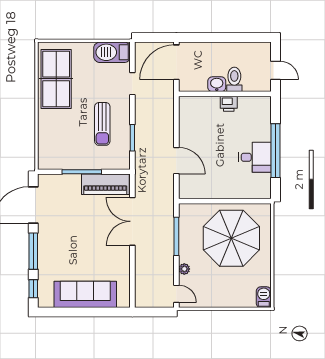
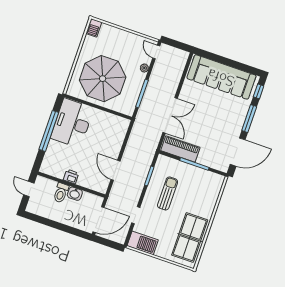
desk: (255, 157) -> (72, 123), width x1.87, depth x1.30
door: (176, 161) -> (115, 170), moved
sofa: (85, 294) -> (221, 77), width x1.36, depth x1.27

